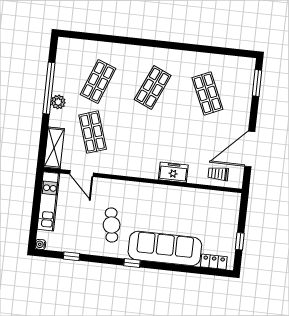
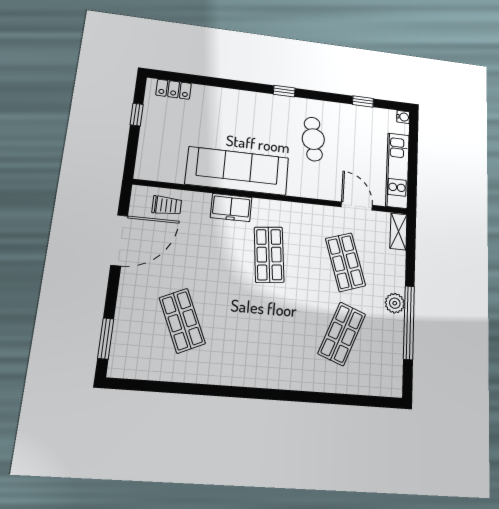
shop shelf: (153, 88) -> (269, 255), moved, turned -30
shelving: (54, 148) -> (398, 232), width x0.67, depth x0.75
sofa: (165, 248) -> (237, 171), moved, turned 180

